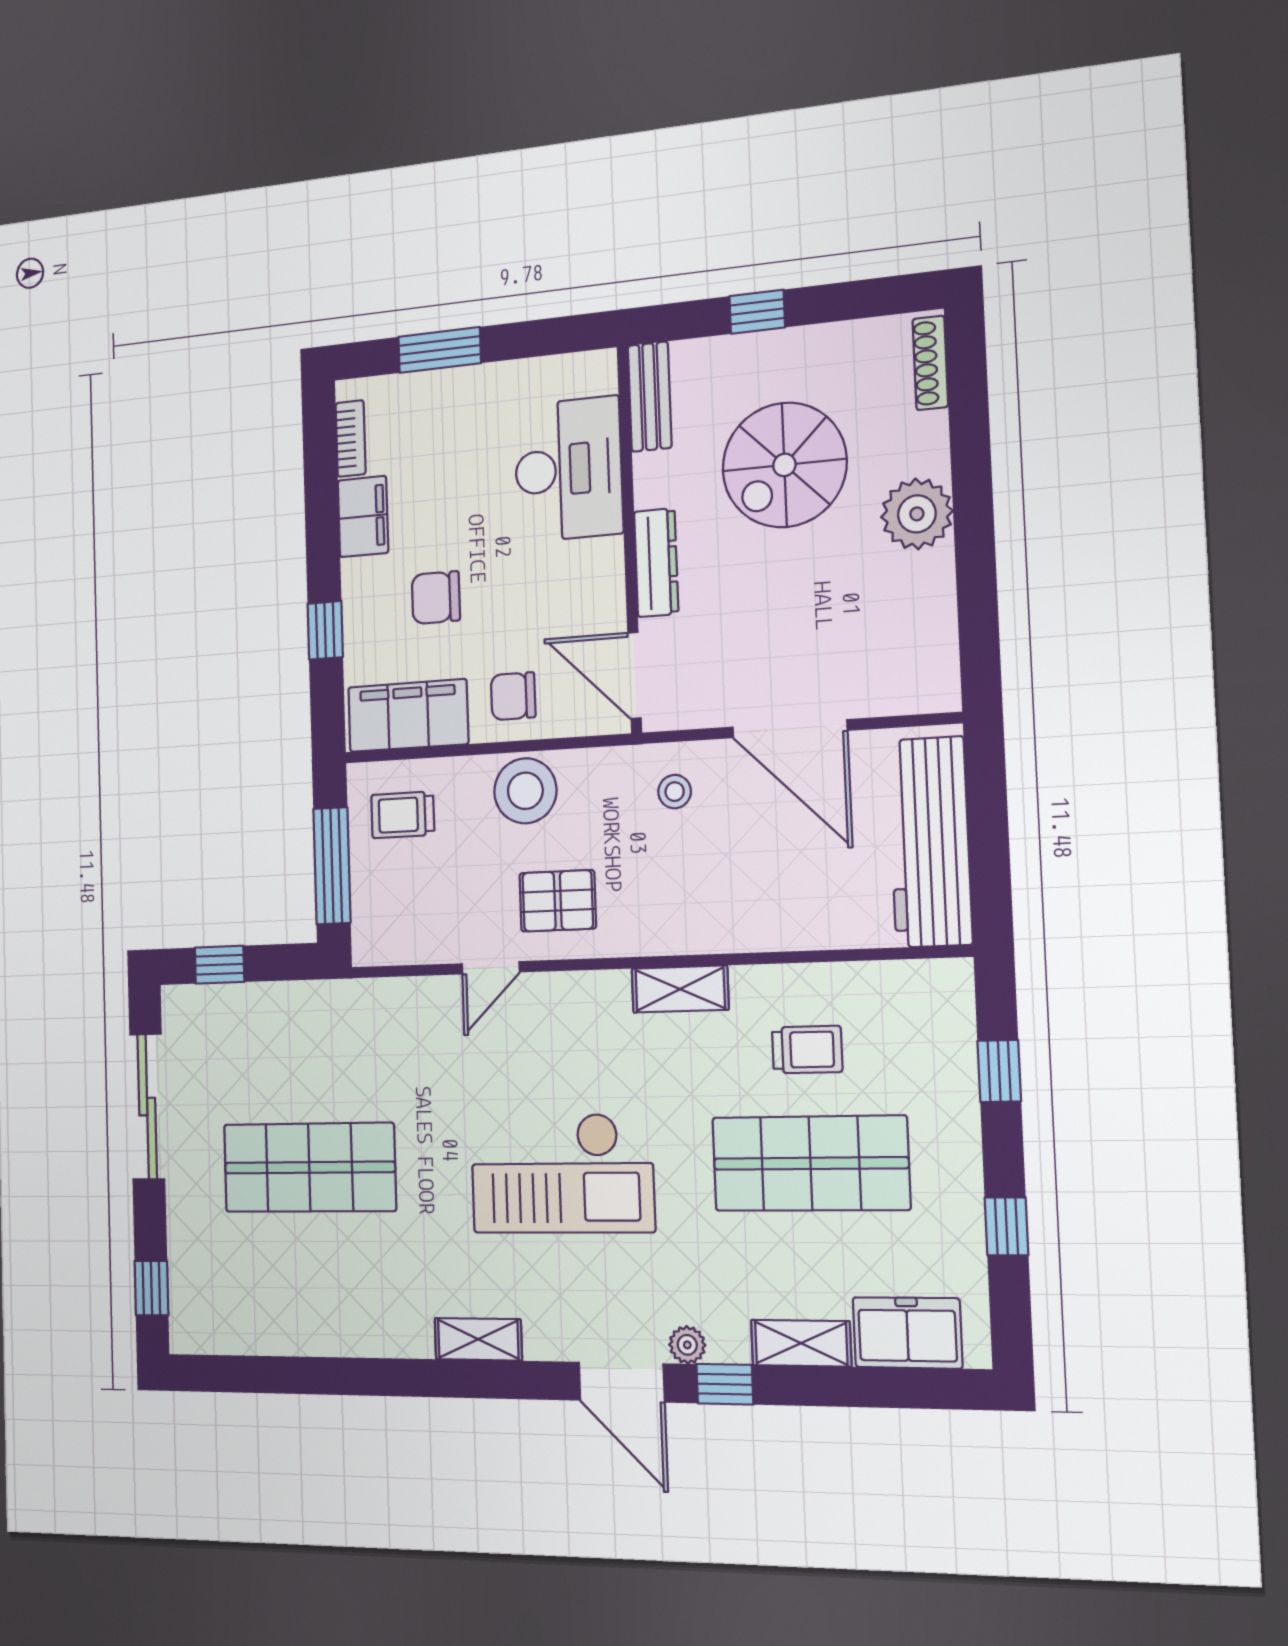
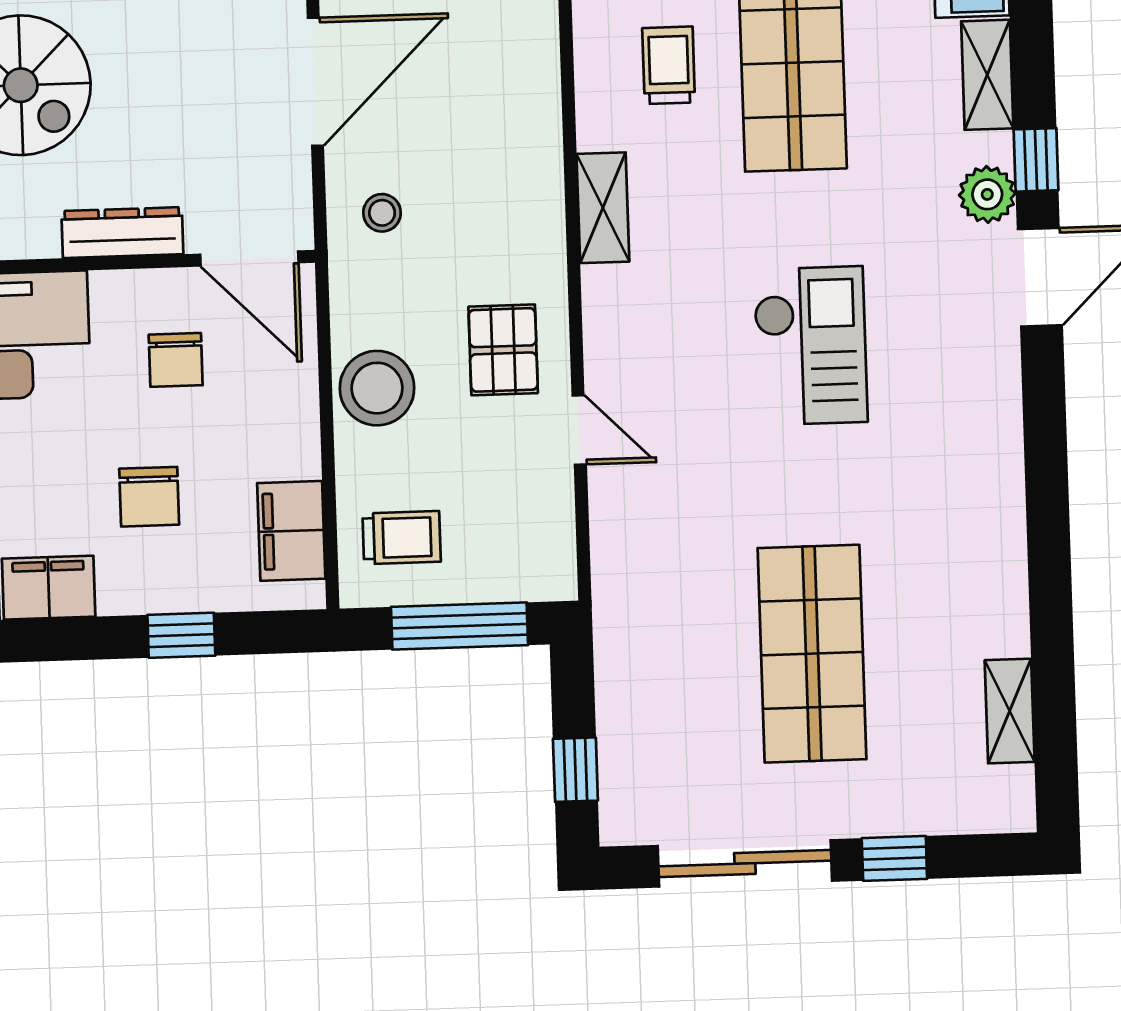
door: (635, 675) -> (249, 258), hinge flipped
chair: (513, 696) -> (176, 360), moved
filing cabinet: (408, 716) -> (291, 531), width x0.67, depth x0.86
trolley: (403, 815) -> (402, 538), turned -90
checkout: (562, 1173) -> (810, 346), width x0.73, depth x0.83
window: (151, 1288) -> (894, 858), moved
shelving: (478, 1339) -> (1010, 711), moved
plant: (687, 1345) -> (987, 194), width x1.38, depth x1.38

